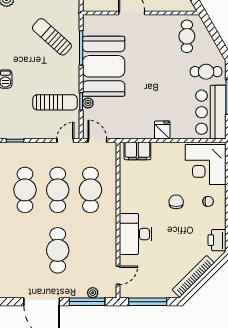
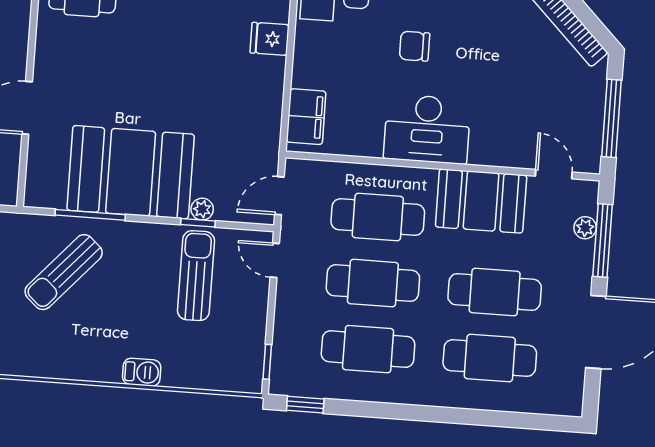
fridge: (162, 130) -> (270, 39), moved
desk: (136, 234) -> (427, 129), moved
booth: (102, 240) -> (481, 201), added
cafe table: (25, 250) -> (490, 358), added

